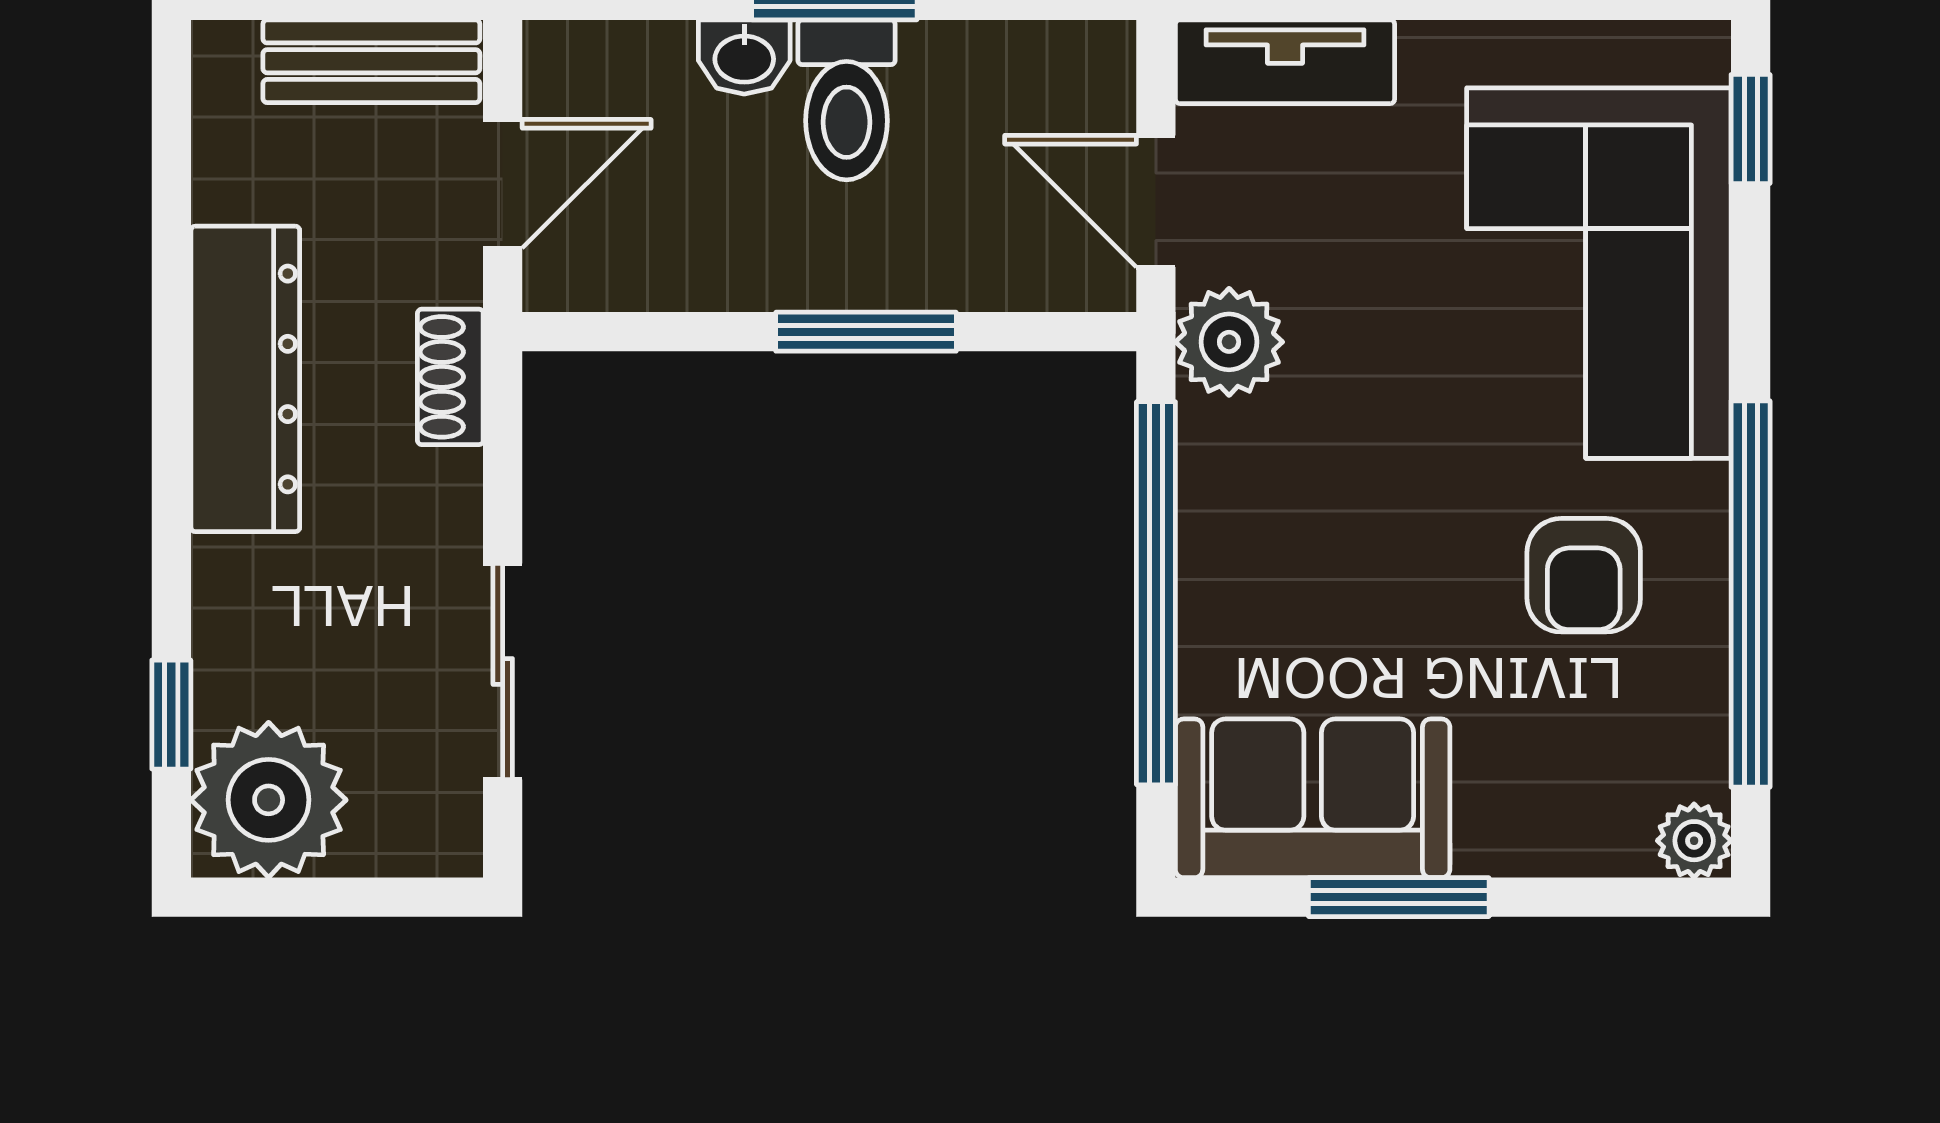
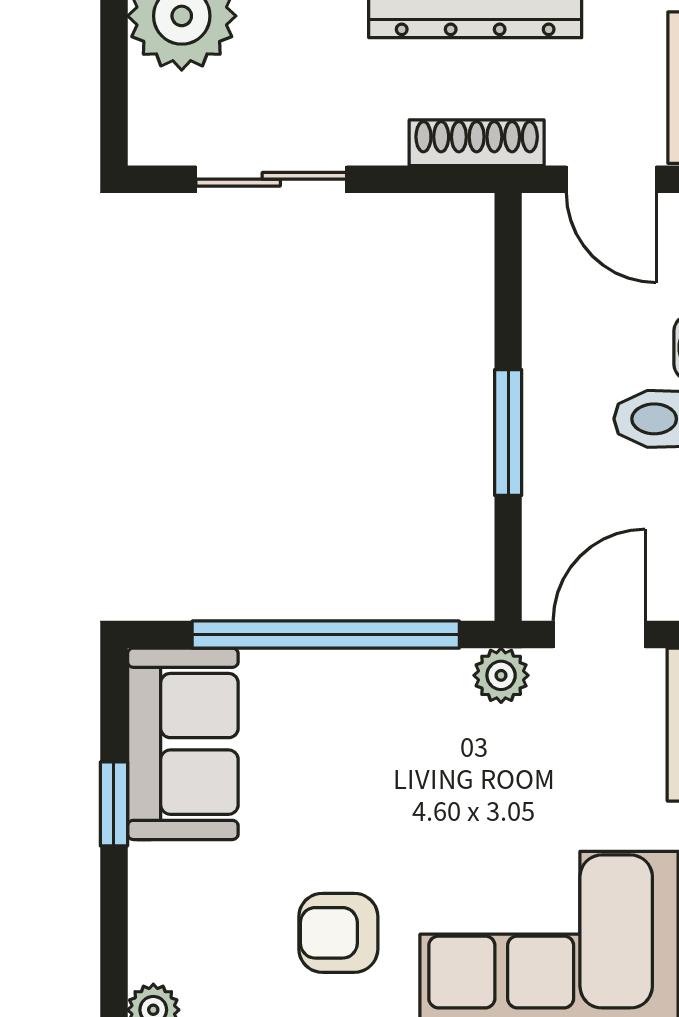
plant: (1229, 342) -> (501, 675), width x0.73, depth x0.73
shoe rack: (450, 377) -> (477, 143), width x1.43
window: (1399, 897) -> (114, 804), width x0.67

